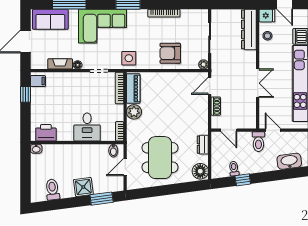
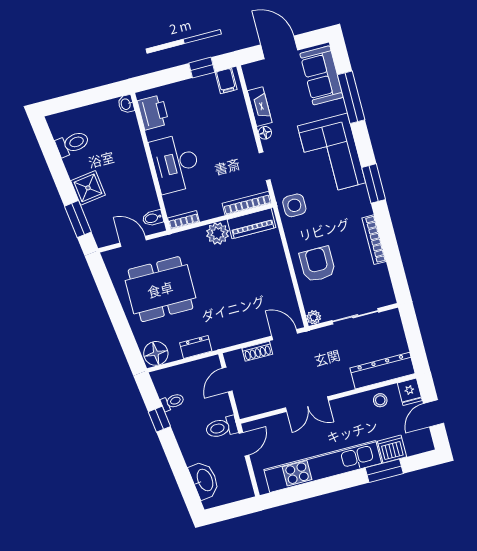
desk: (87, 127) -> (175, 163), width x1.37

